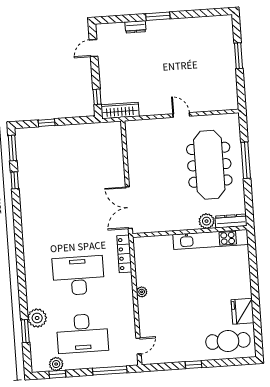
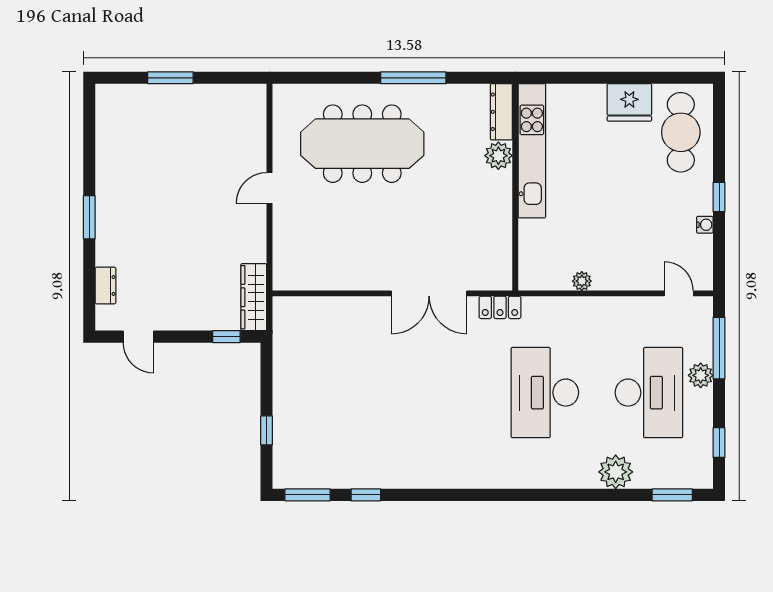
dresser: (135, 27) -> (106, 285), moved
window: (246, 160) -> (413, 78), moved
plant: (207, 221) -> (498, 156), moved
dresser: (231, 221) -> (501, 112), moved
wall: (190, 232) -> (515, 187), moved
kitchen unit: (211, 239) -> (532, 151), moved
locker: (124, 254) -> (500, 307), width x0.66
window: (25, 331) -> (672, 495), moved
water cooler: (178, 358) -> (705, 225), added
plant: (56, 364) -> (701, 375), moved

